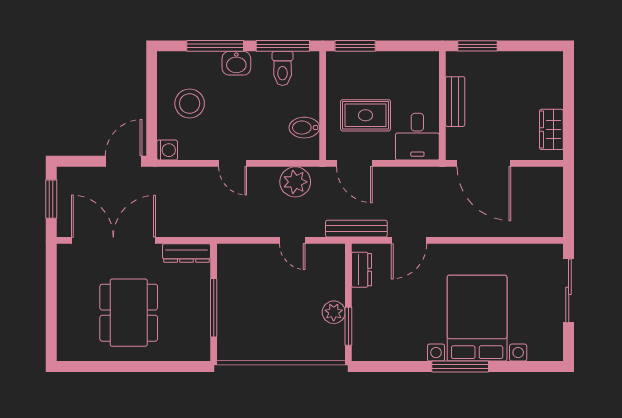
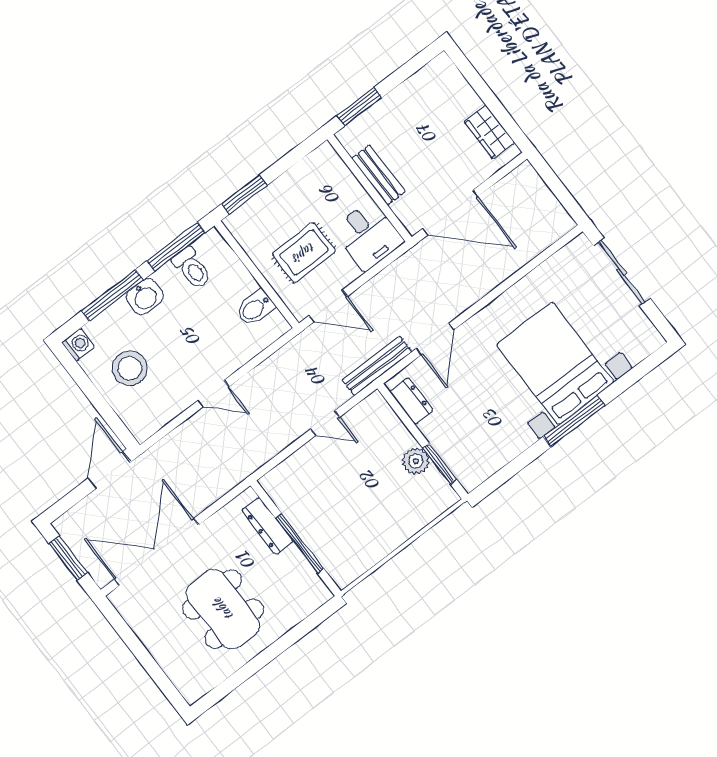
washing machine: (167, 150) -> (78, 345), moved
plant: (295, 182) -> (286, 366), removed
dresser: (187, 253) -> (267, 526), moved, turned 90

